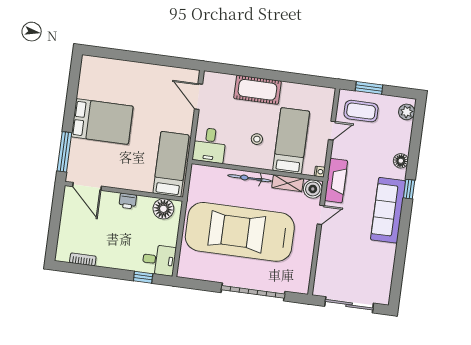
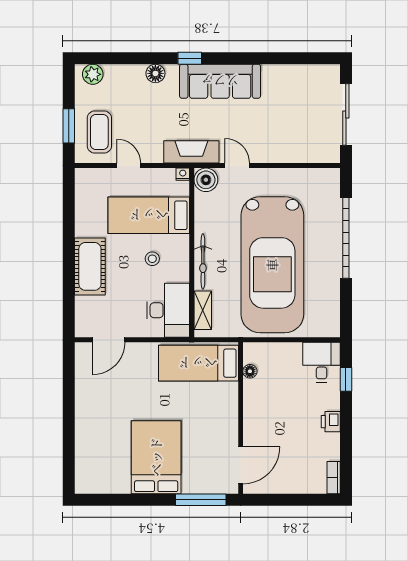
desk: (209, 145) -> (168, 310), width x1.37
shelving: (288, 183) -> (203, 310), moved
printer: (128, 201) -> (331, 422), moved, turned 180
floor lamp: (163, 209) -> (250, 371), width x0.53, depth x0.53
bookcase: (83, 259) -> (334, 478), moved

